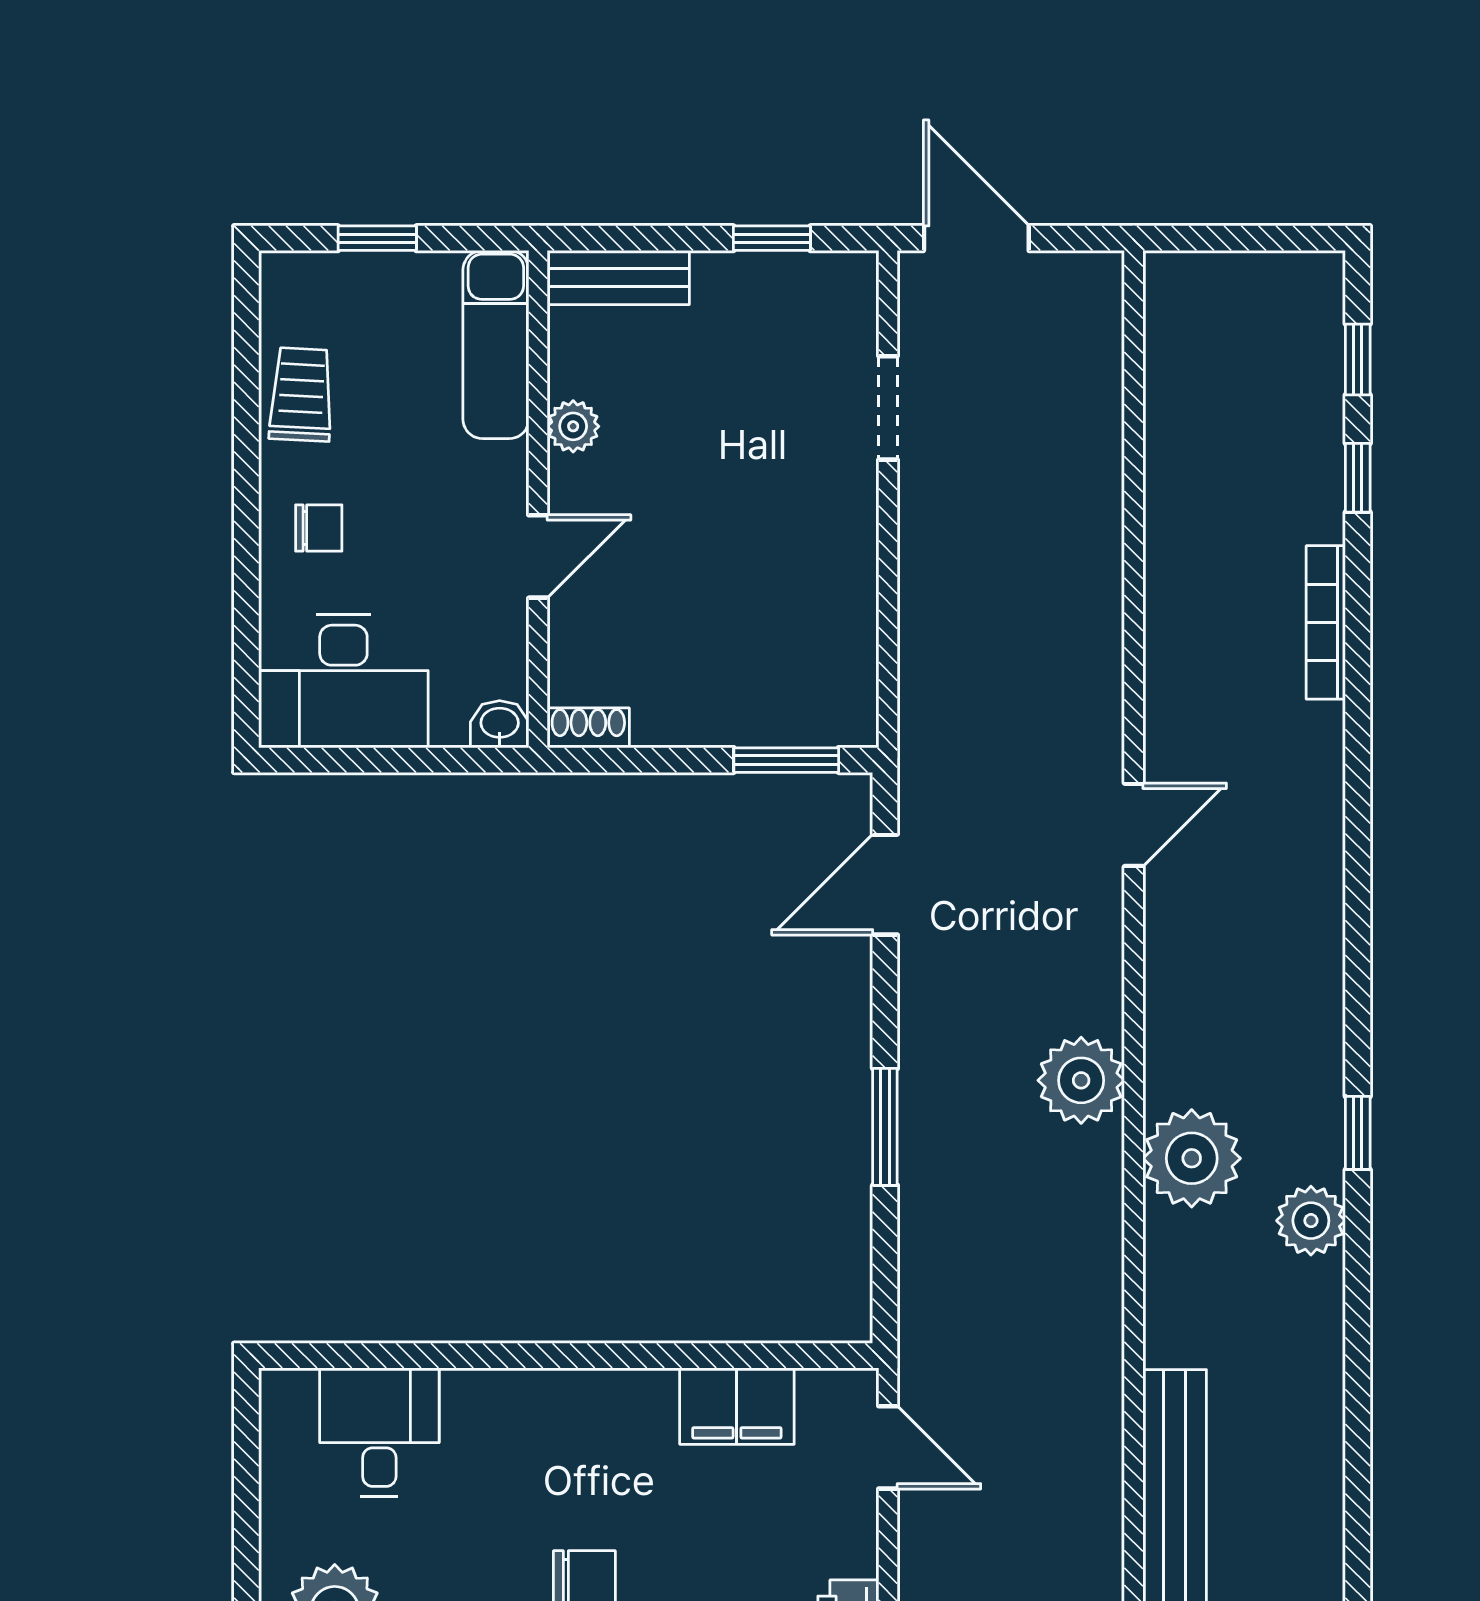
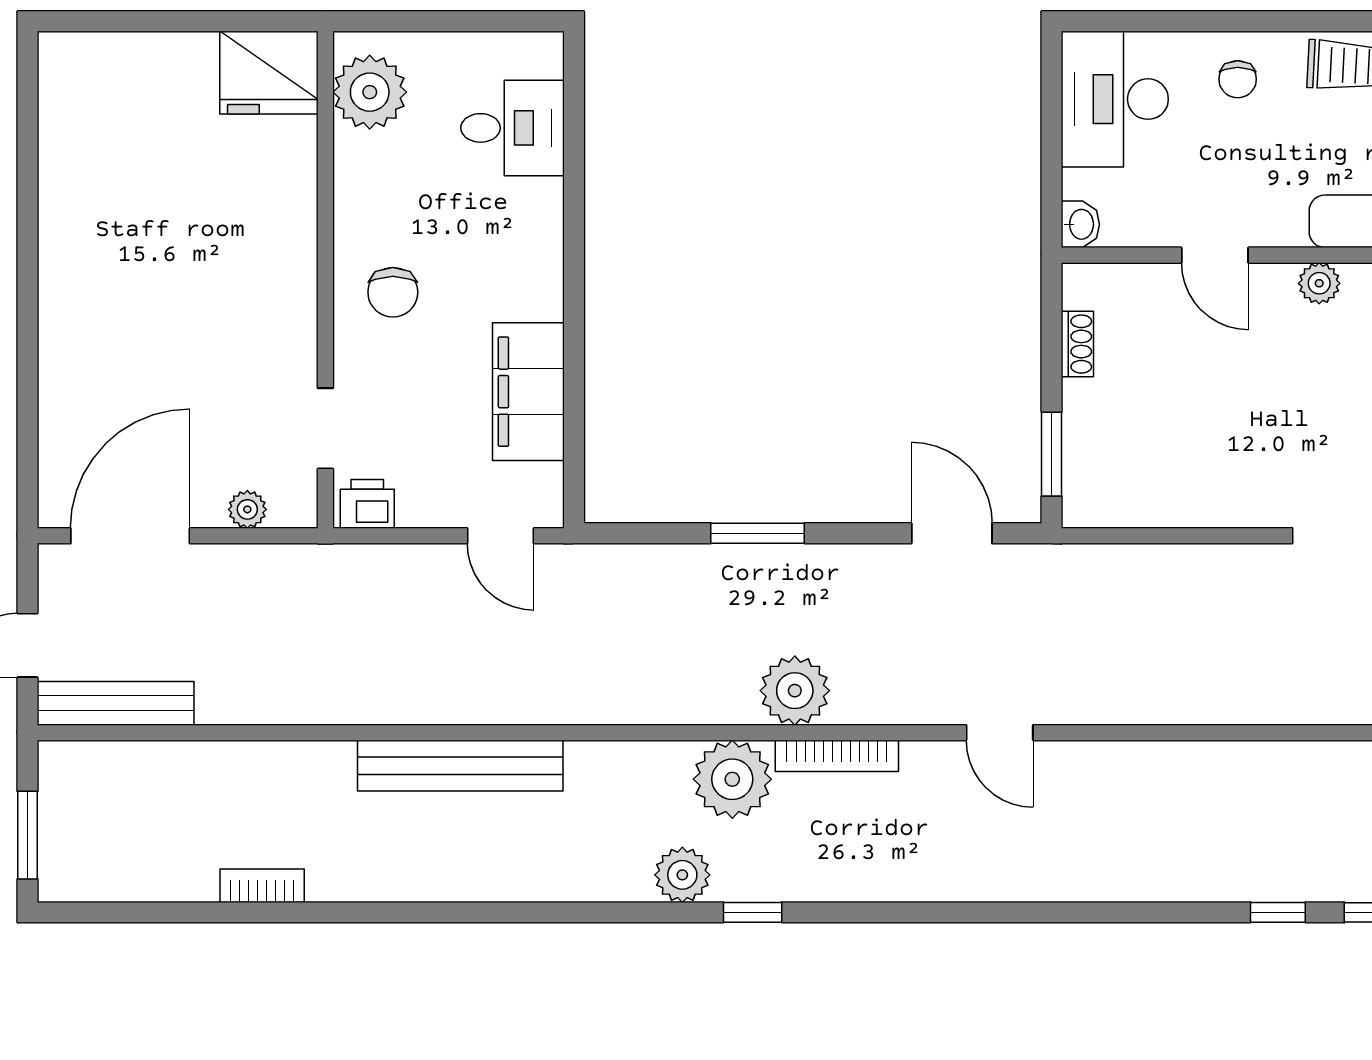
bookcase: (1326, 622) -> (837, 756), moved, turned 180
shoe rack: (588, 728) -> (1077, 344), moved
filing cabinet: (737, 1406) -> (528, 392), width x1.50, depth x1.17
door: (888, 1447) -> (501, 536), hinge flipped

